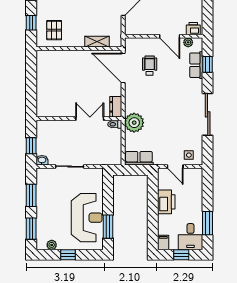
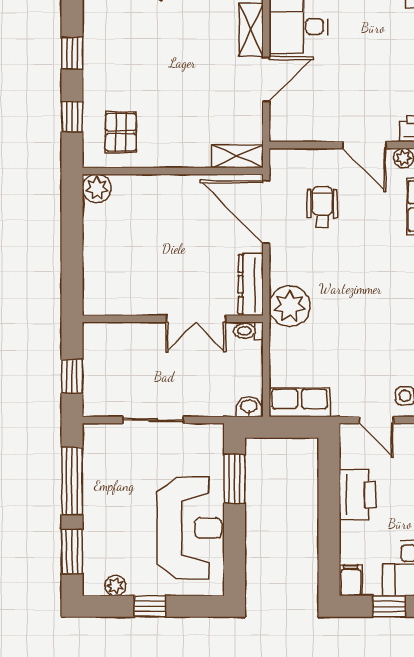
shelving: (97, 42) -> (237, 156), moved
plant: (43, 57) -> (97, 188), added
dresser: (116, 107) -> (251, 284), width x1.44
double door: (90, 119) -> (196, 319), swing flipped
plant: (134, 123) -> (290, 306), moved
washbasin: (42, 160) -> (249, 407), moved
window: (31, 195) -> (72, 481), width x1.44
window: (108, 227) -> (234, 479), moved

